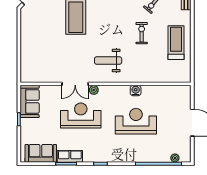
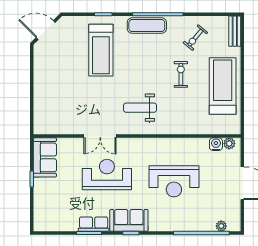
treadmill: (176, 43) -> (223, 86), width x1.37, depth x1.38
plant: (94, 90) -> (229, 143), moved
water cooler: (136, 91) -> (216, 144), moved
reception desk: (136, 121) -> (174, 181), turned 180
sofa: (41, 153) -> (129, 220), moved

